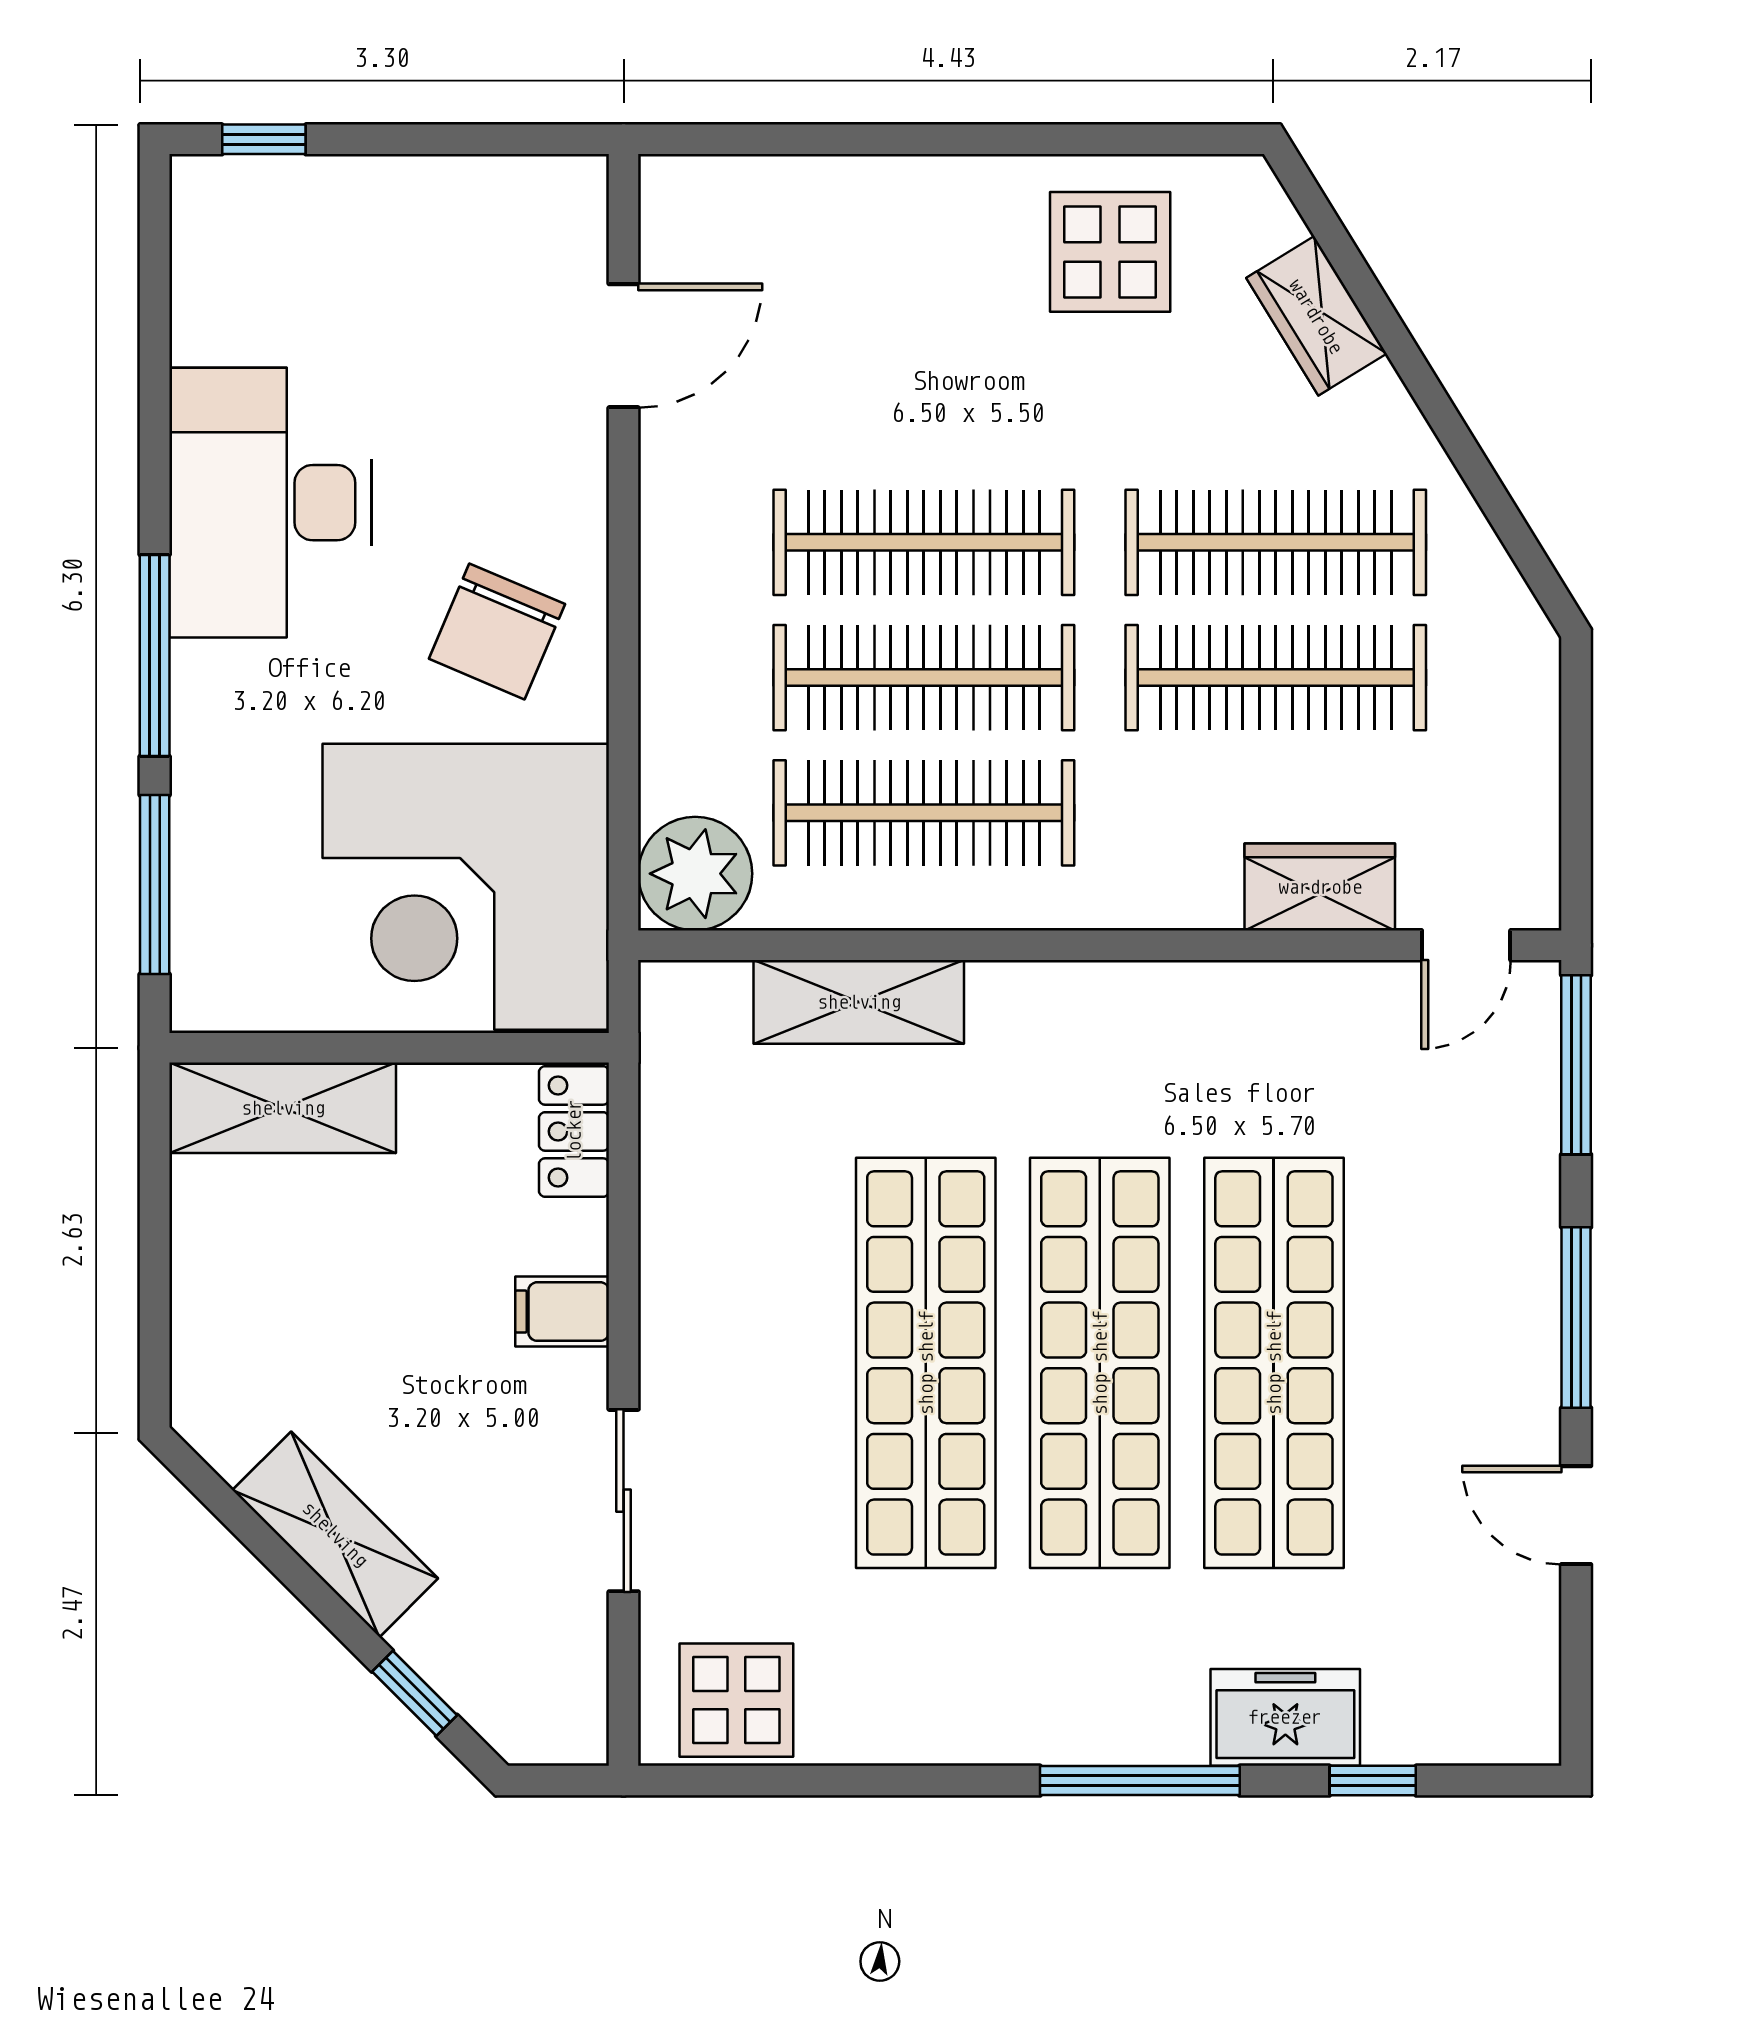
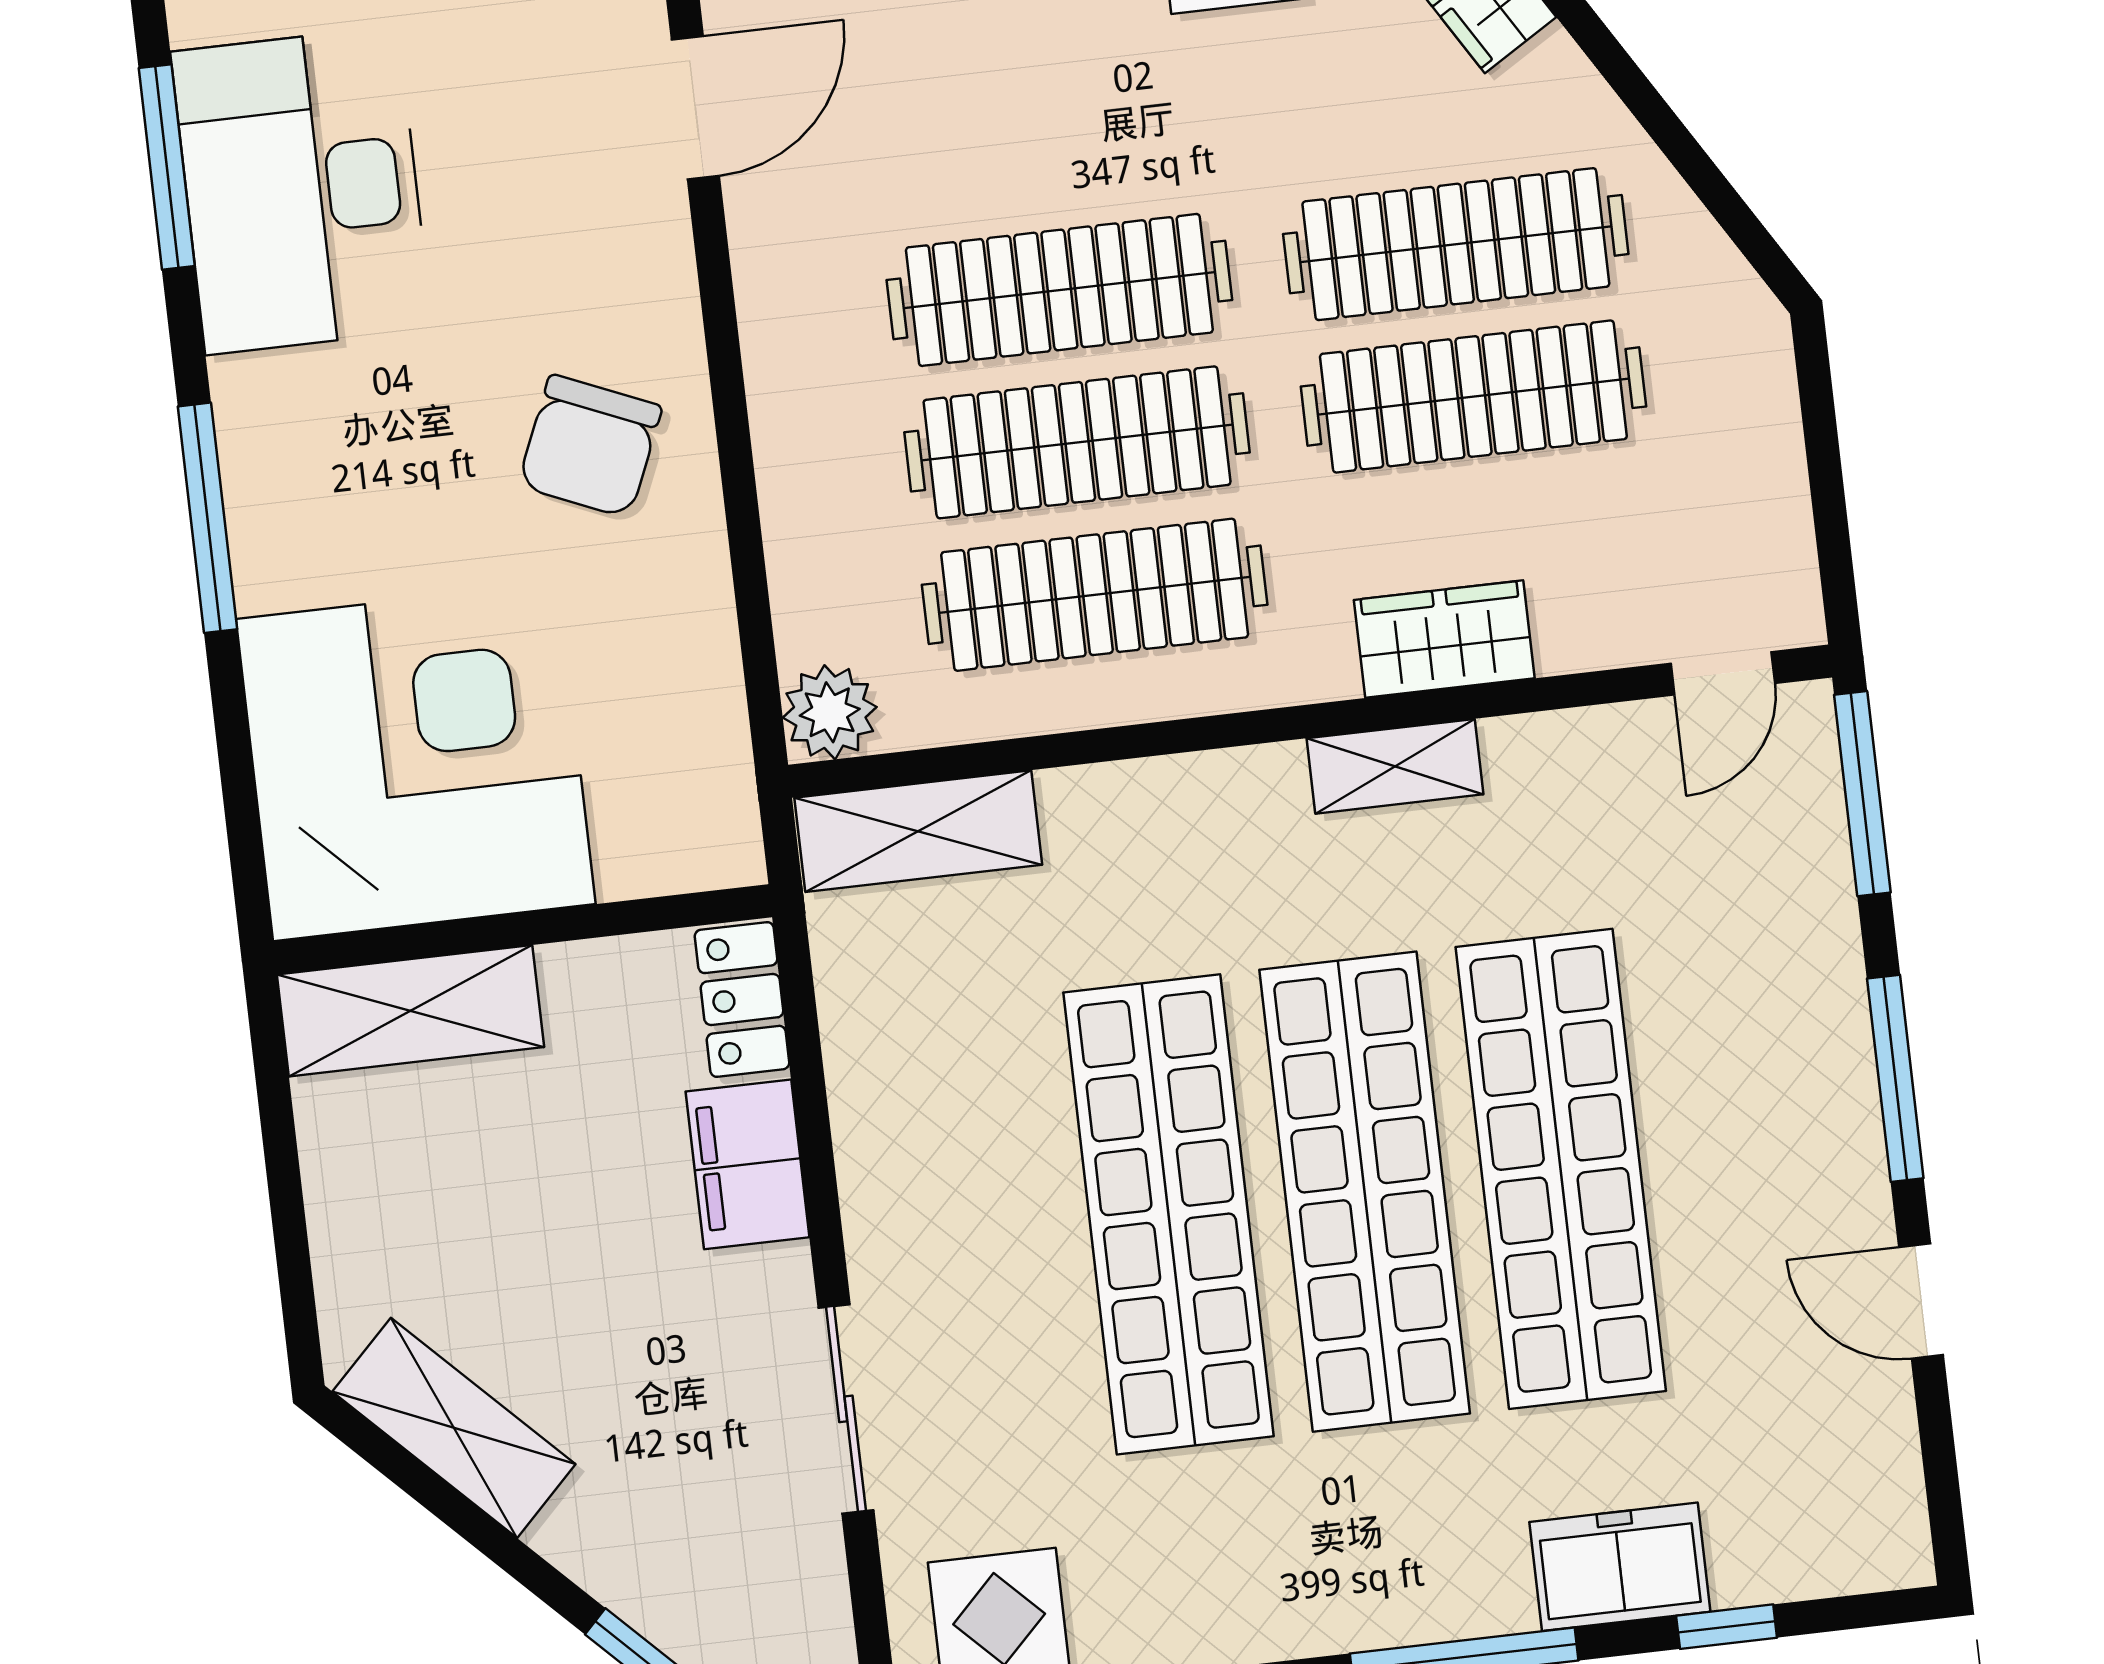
desk: (270, 503) -> (302, 190), moved
plant: (695, 874) -> (830, 712), width x0.73, depth x0.73
window: (155, 885) -> (167, 167), moved
corner desk: (466, 887) -> (416, 762), moved, turned 180
wardrobe: (1320, 887) -> (1444, 639), moved
shelving: (1170, 993) -> (1395, 766), added
shelving: (859, 1002) -> (918, 831), moved
filing cabinet: (562, 1312) -> (748, 1164), width x2.00
shelving: (335, 1534) -> (454, 1428), moved

